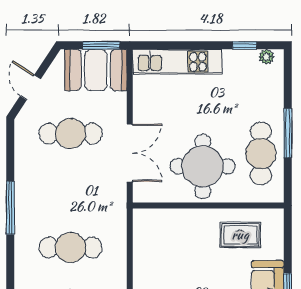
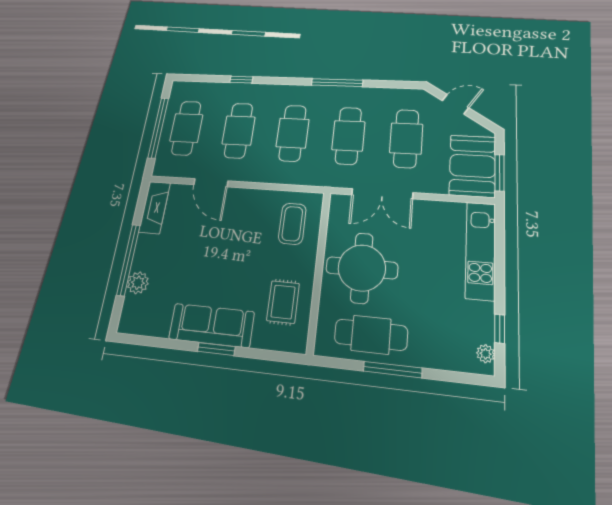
cafe table: (71, 190) -> (348, 136), added
coffee table: (166, 236) -> (292, 224), added

